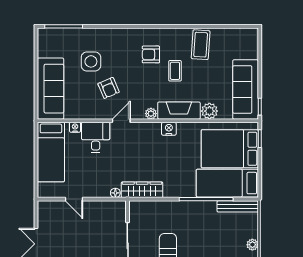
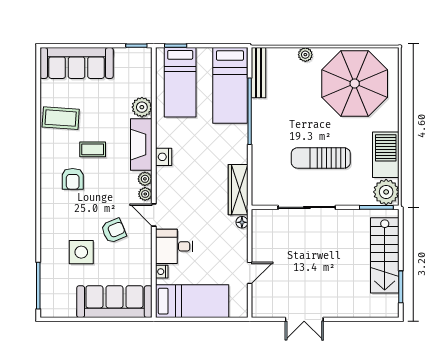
sofa: (246, 89) -> (77, 63), moved
plant: (139, 114) -> (145, 194), added
bed: (230, 149) -> (180, 82), width x0.67

